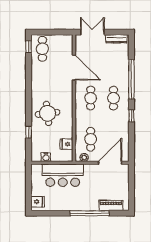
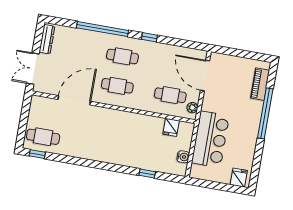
round table: (48, 113) -> (127, 145), removed

